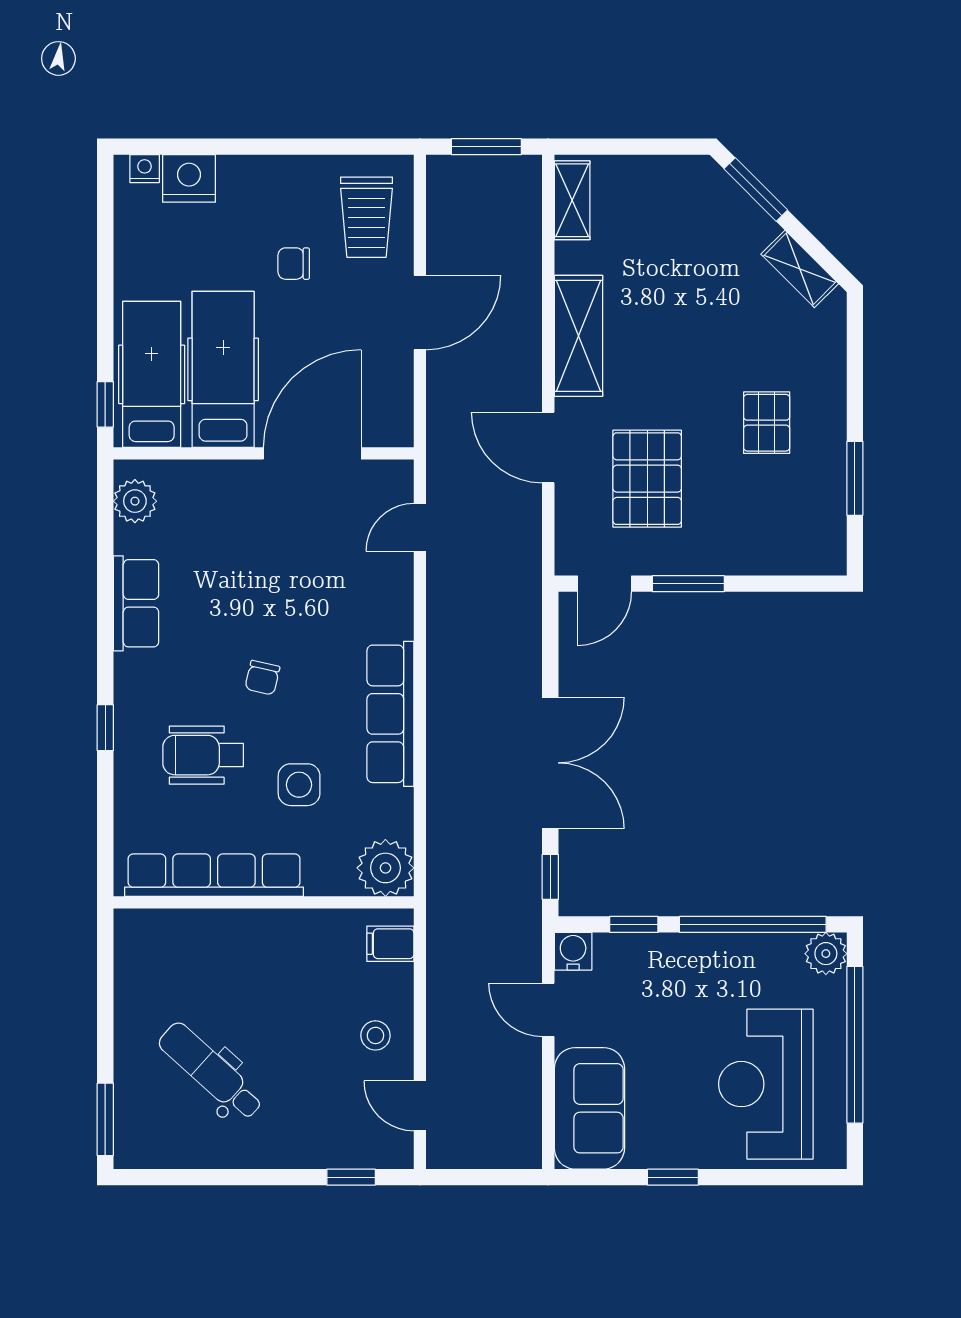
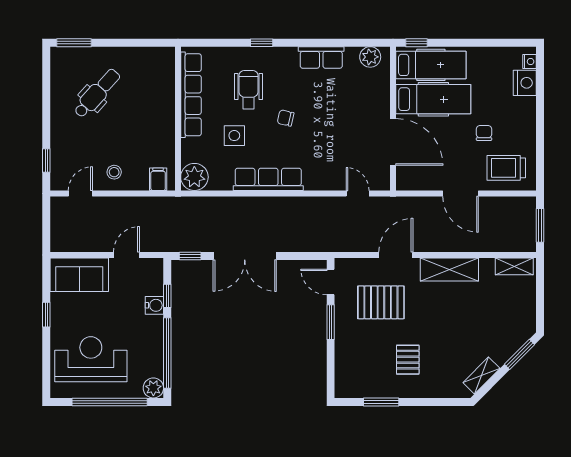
pallet: (767, 423) -> (408, 360), turned 90
water cooler: (573, 951) -> (154, 305), moved

